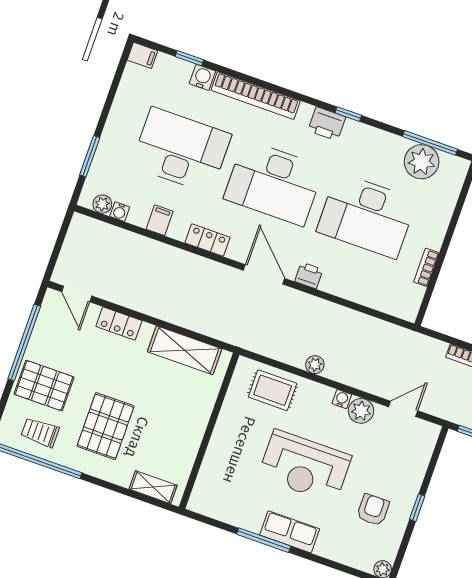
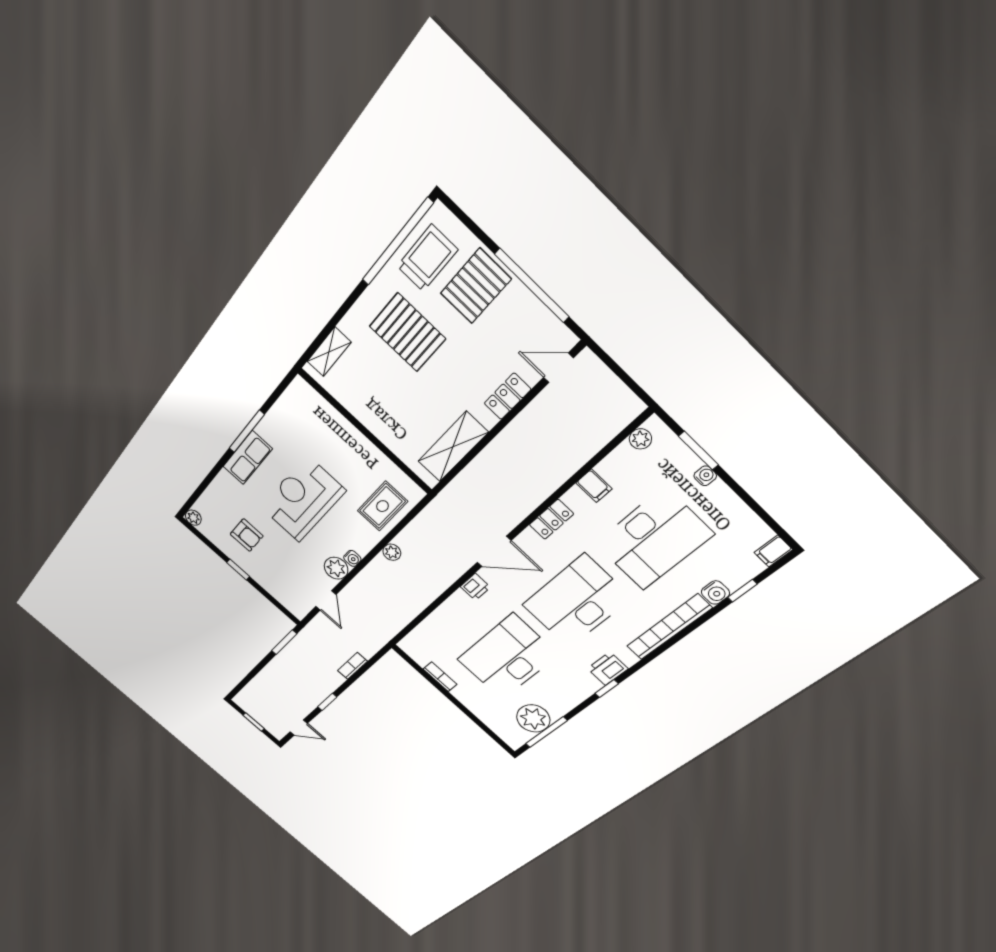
water cooler: (120, 212) -> (705, 476), moved, turned 90
trolley: (40, 432) -> (427, 258), width x1.36, depth x1.39

